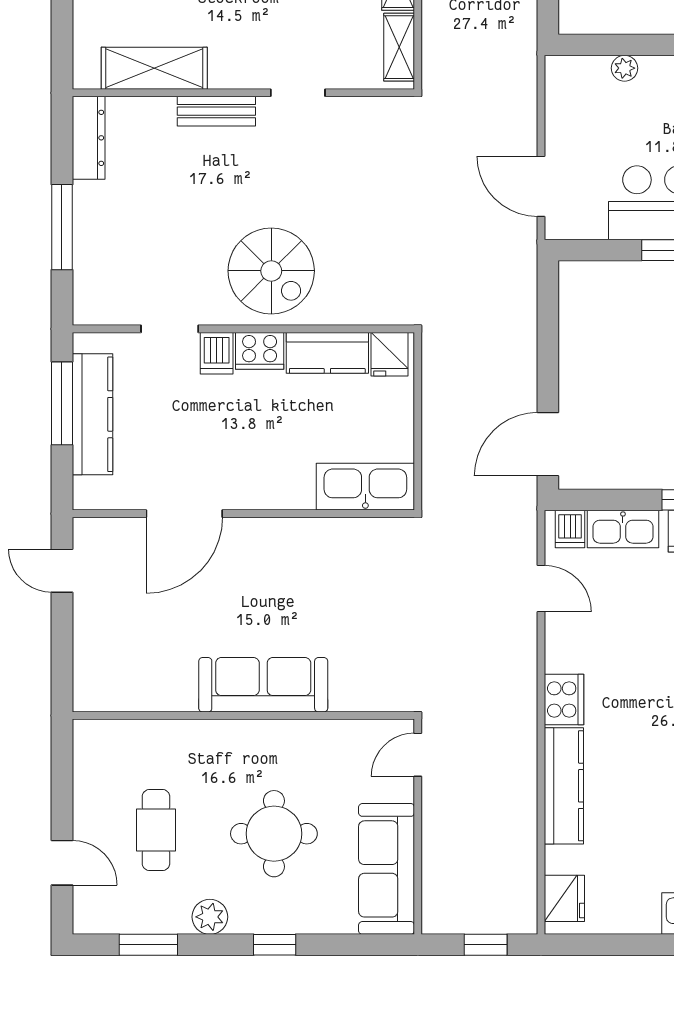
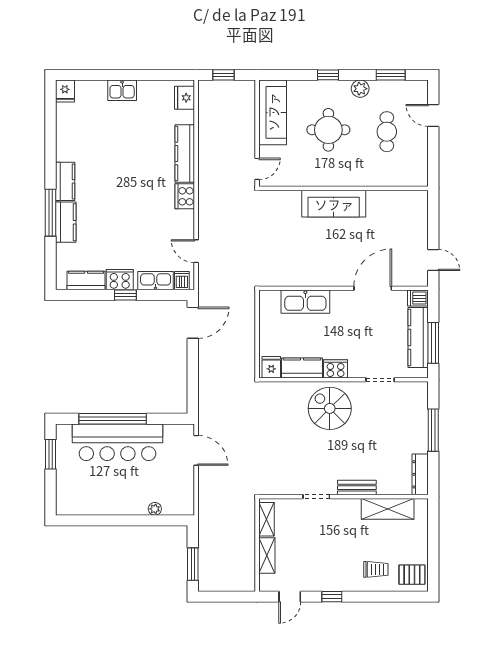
dishwasher: (217, 353) -> (418, 298), moved, turned -90
kitchen sink: (365, 487) -> (305, 302), moved

